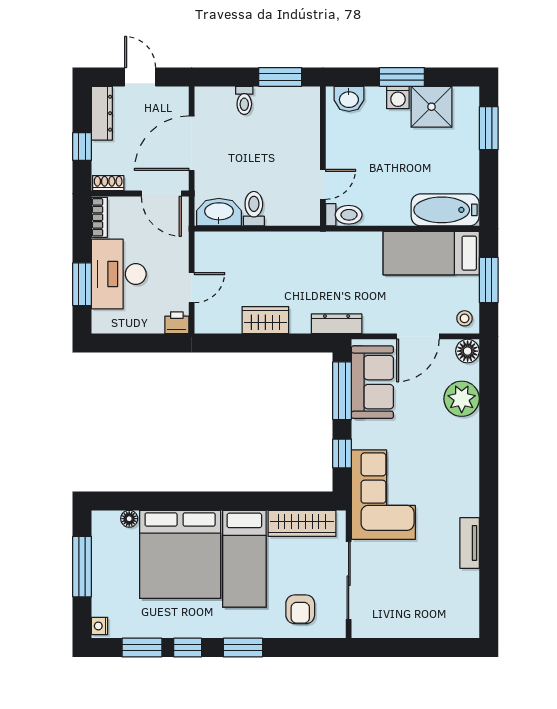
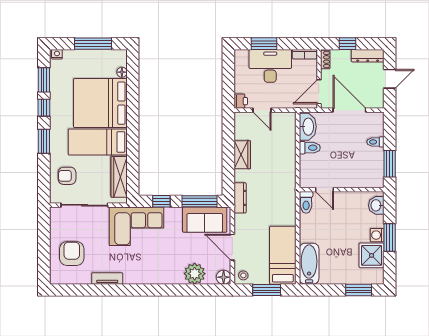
armchair: (428, 602) -> (72, 254), added

